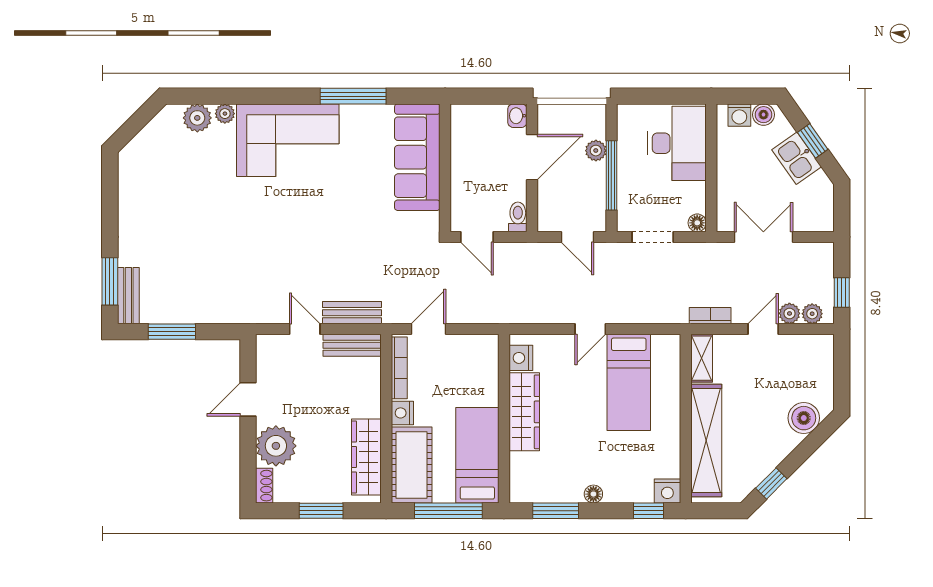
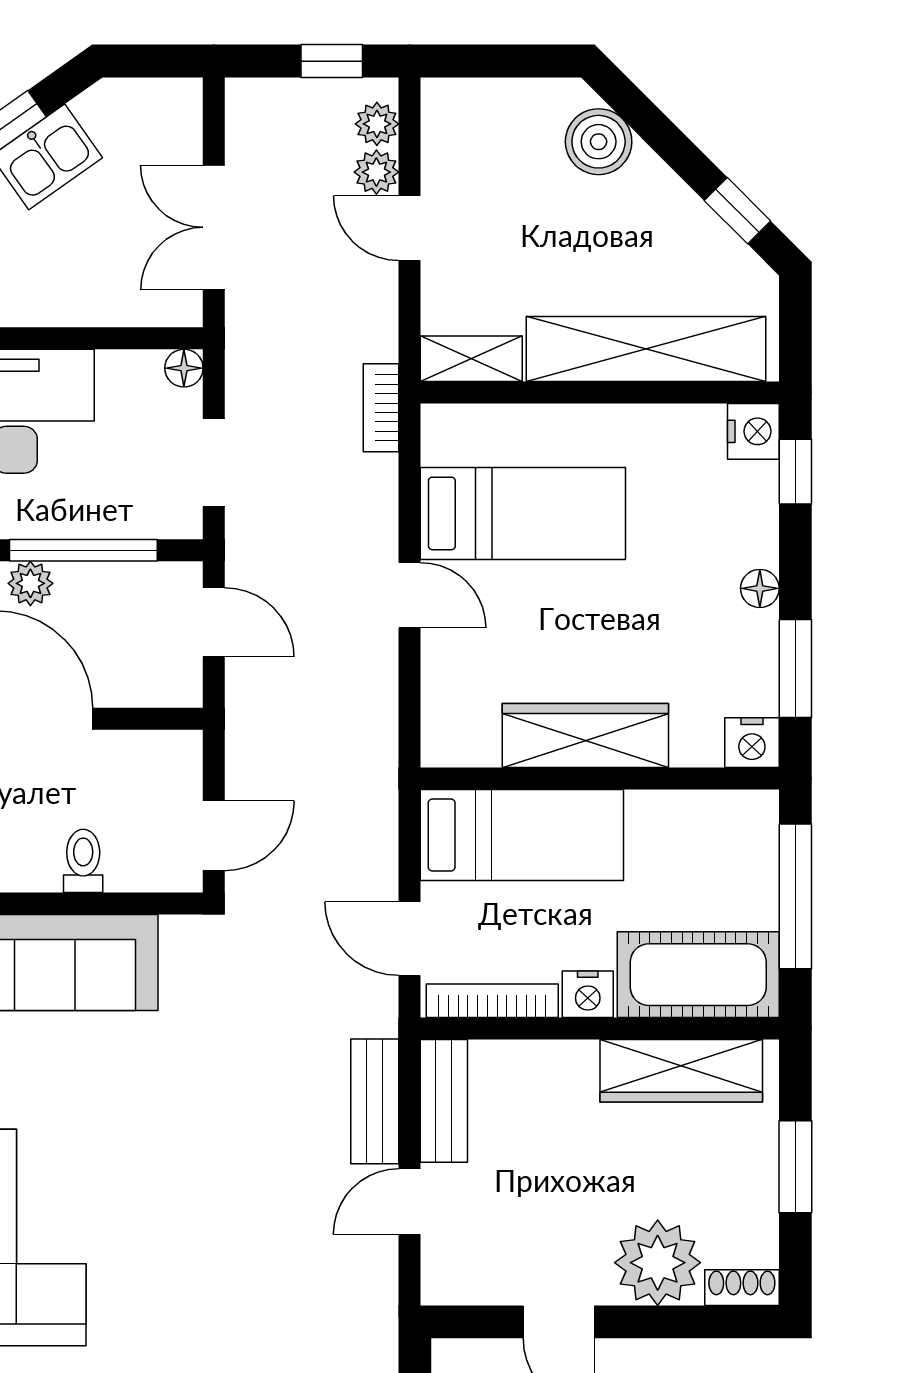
toilet: (518, 217) -> (83, 861), moved, turned 90
door: (577, 237) -> (214, 622), hinge flipped
bookcase: (710, 316) -> (381, 408), moved
nightstand: (521, 358) -> (752, 743), moved
bed: (477, 455) -> (522, 835), moved, turned 180

